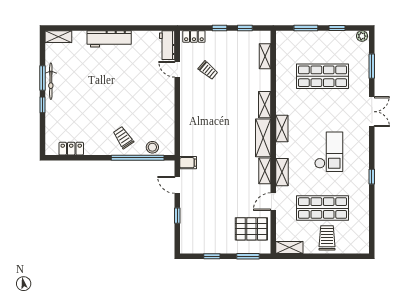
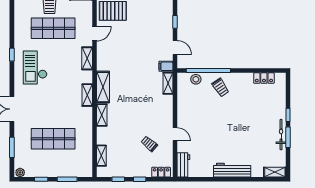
door: (177, 69) -> (175, 134), moved
checkout: (329, 152) -> (35, 68), moved
shelving: (265, 171) -> (168, 83), moved

